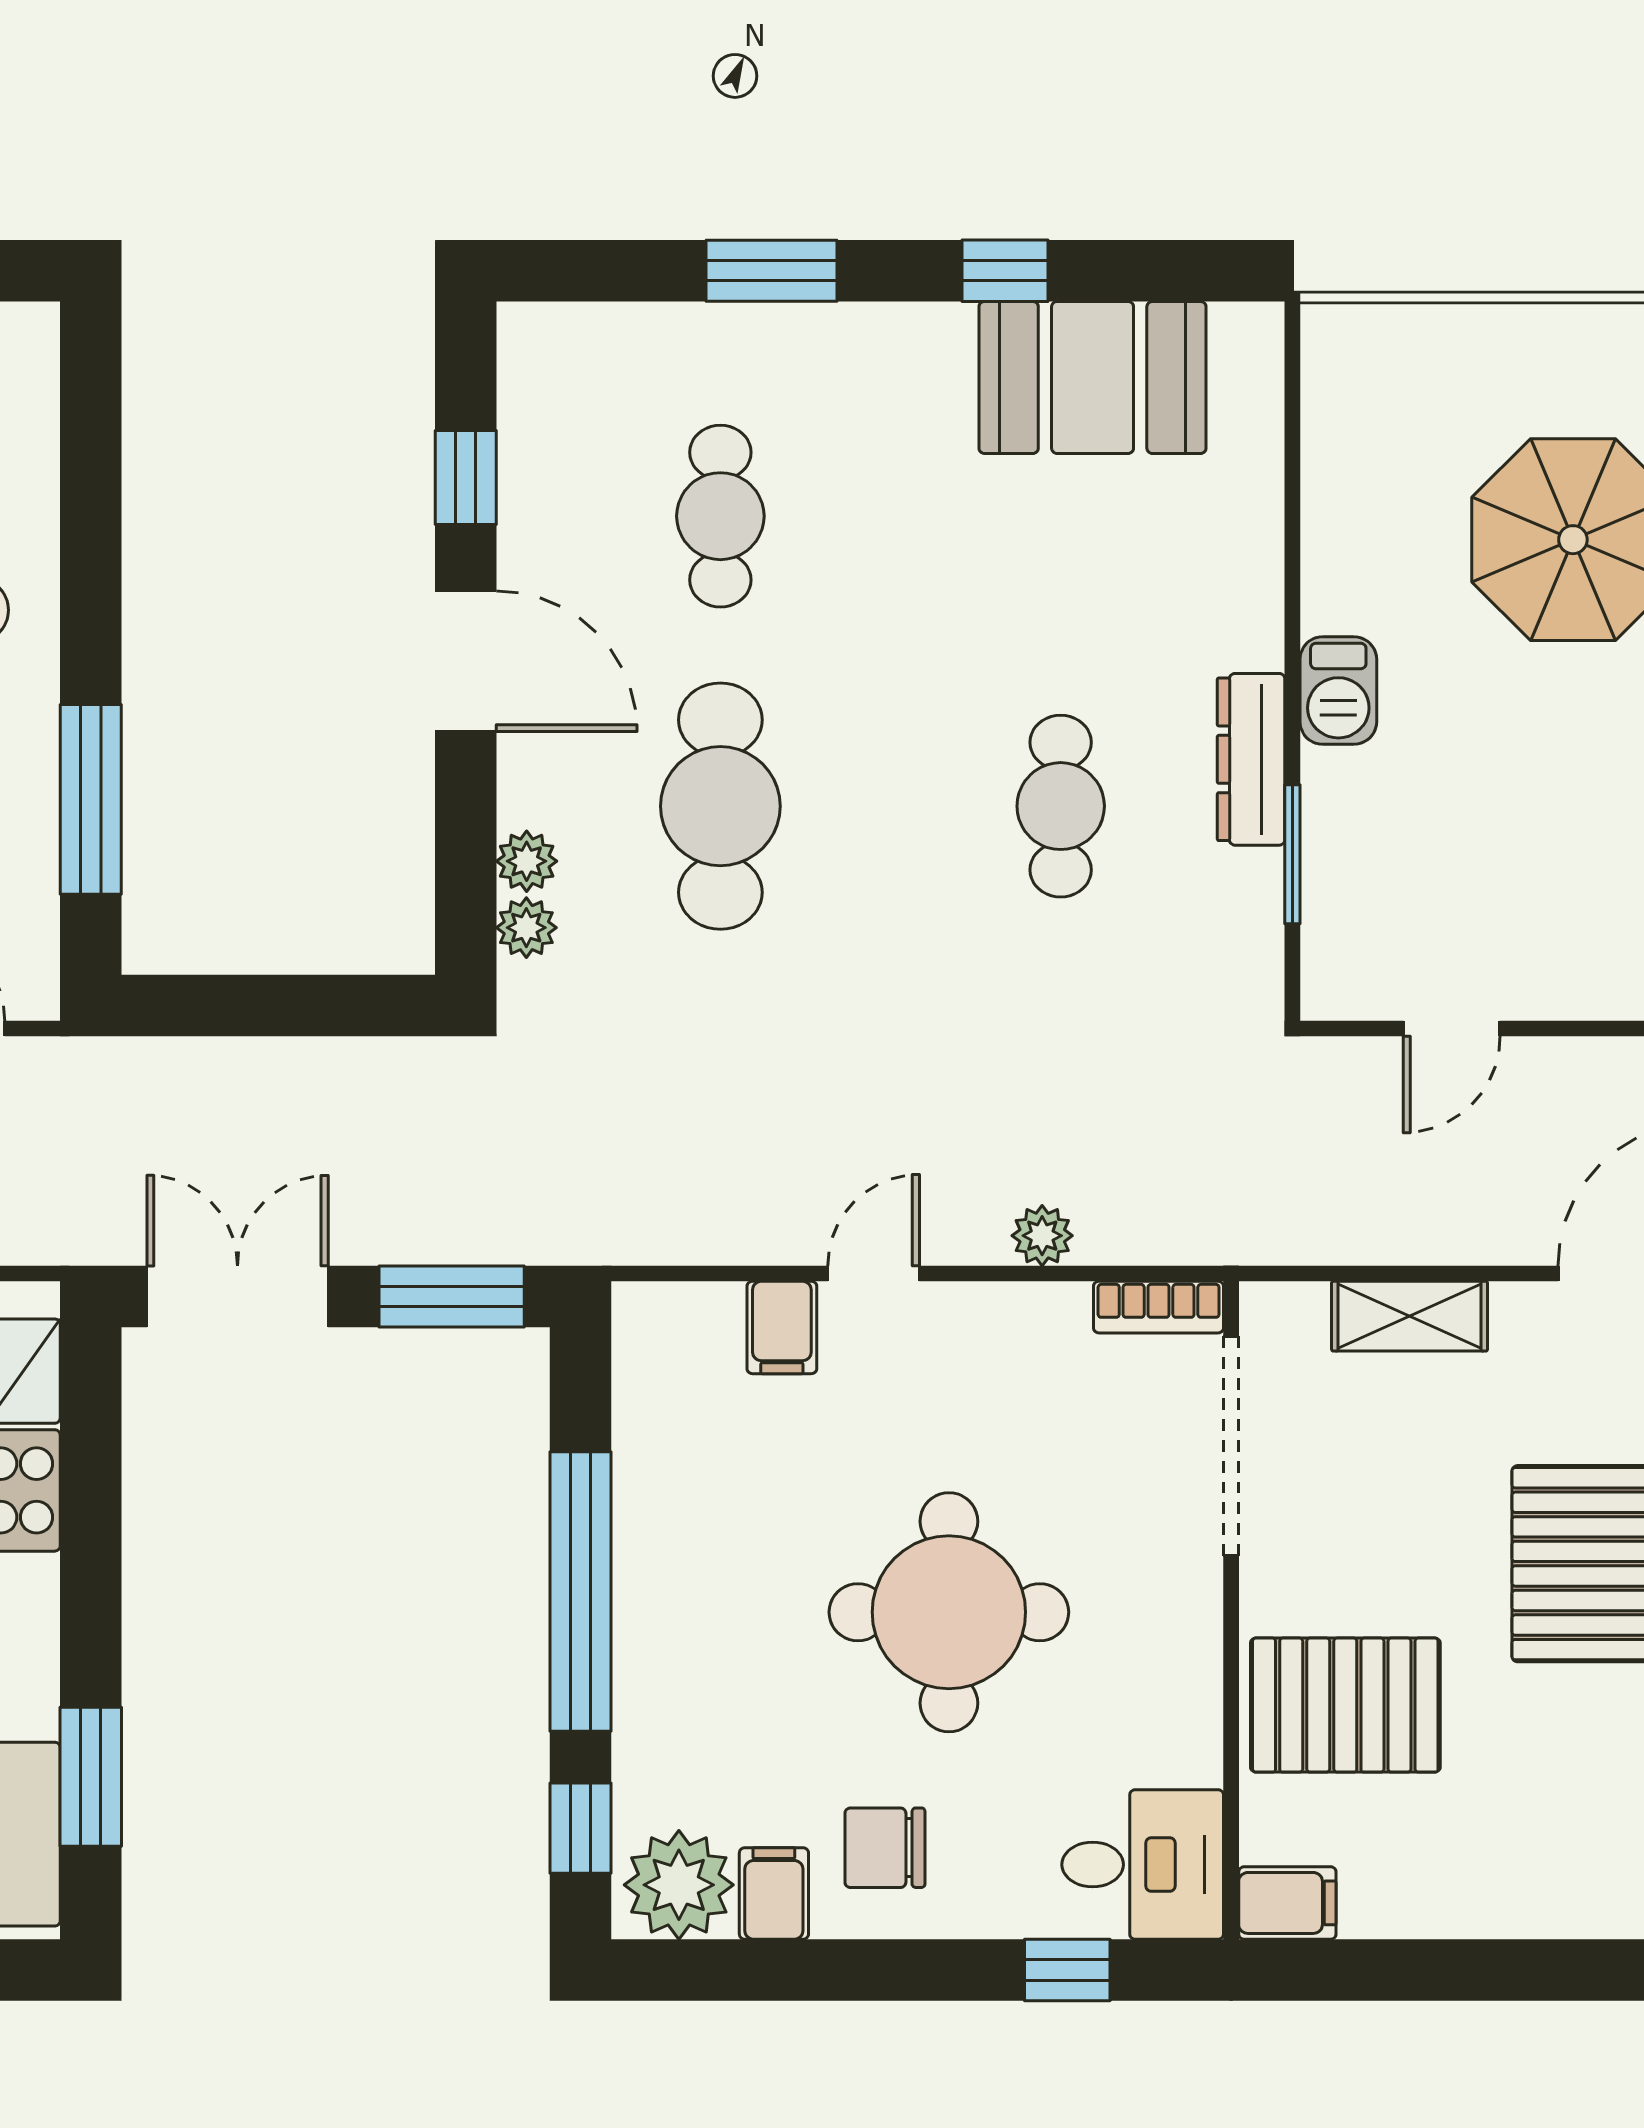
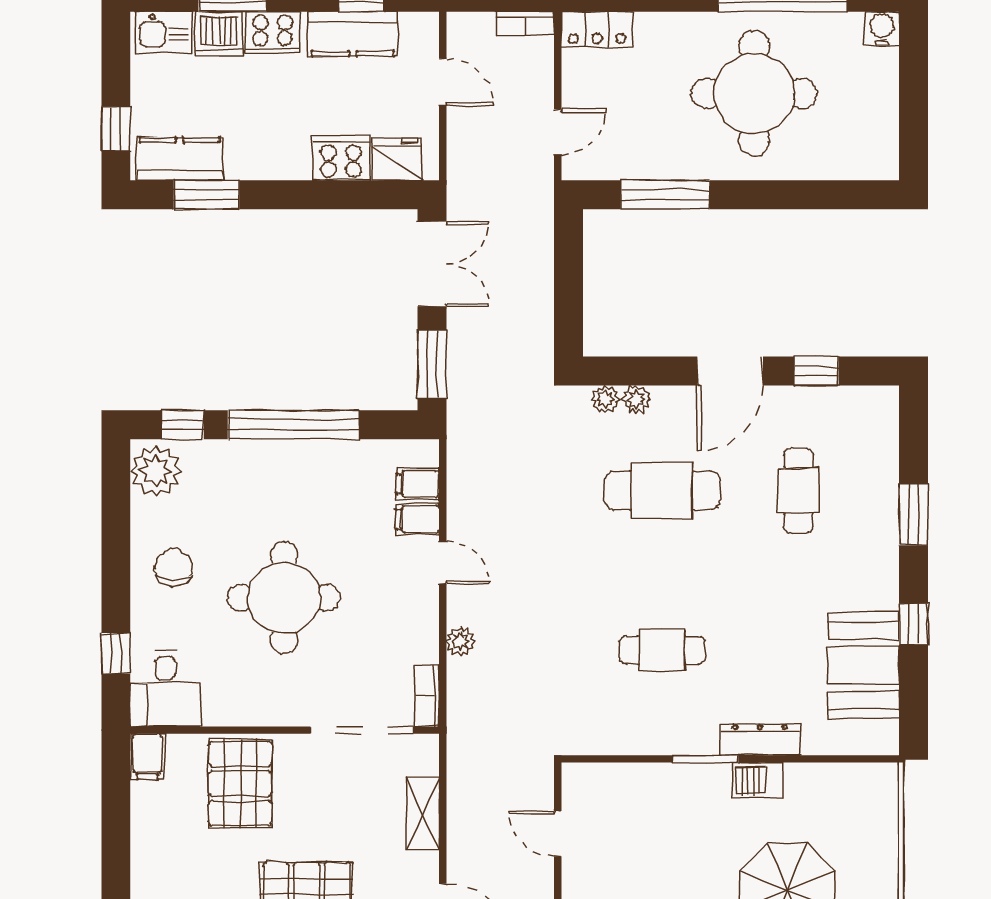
cafe table: (720, 516) -> (798, 490), turned 90
barbecue: (1338, 691) -> (758, 780), moved
dresser: (1251, 759) -> (760, 740), moved
window: (1292, 854) -> (706, 759), moved
filing cabinet: (774, 1893) -> (418, 484), moved, turned 180

